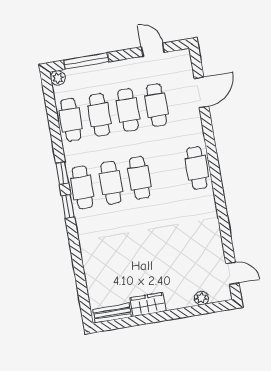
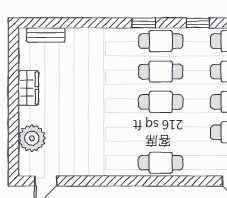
window: (62, 173) -> (198, 23), moved
plant: (201, 298) -> (32, 138), width x1.87, depth x1.87
bench: (112, 313) -> (46, 35), moved, turned 90

